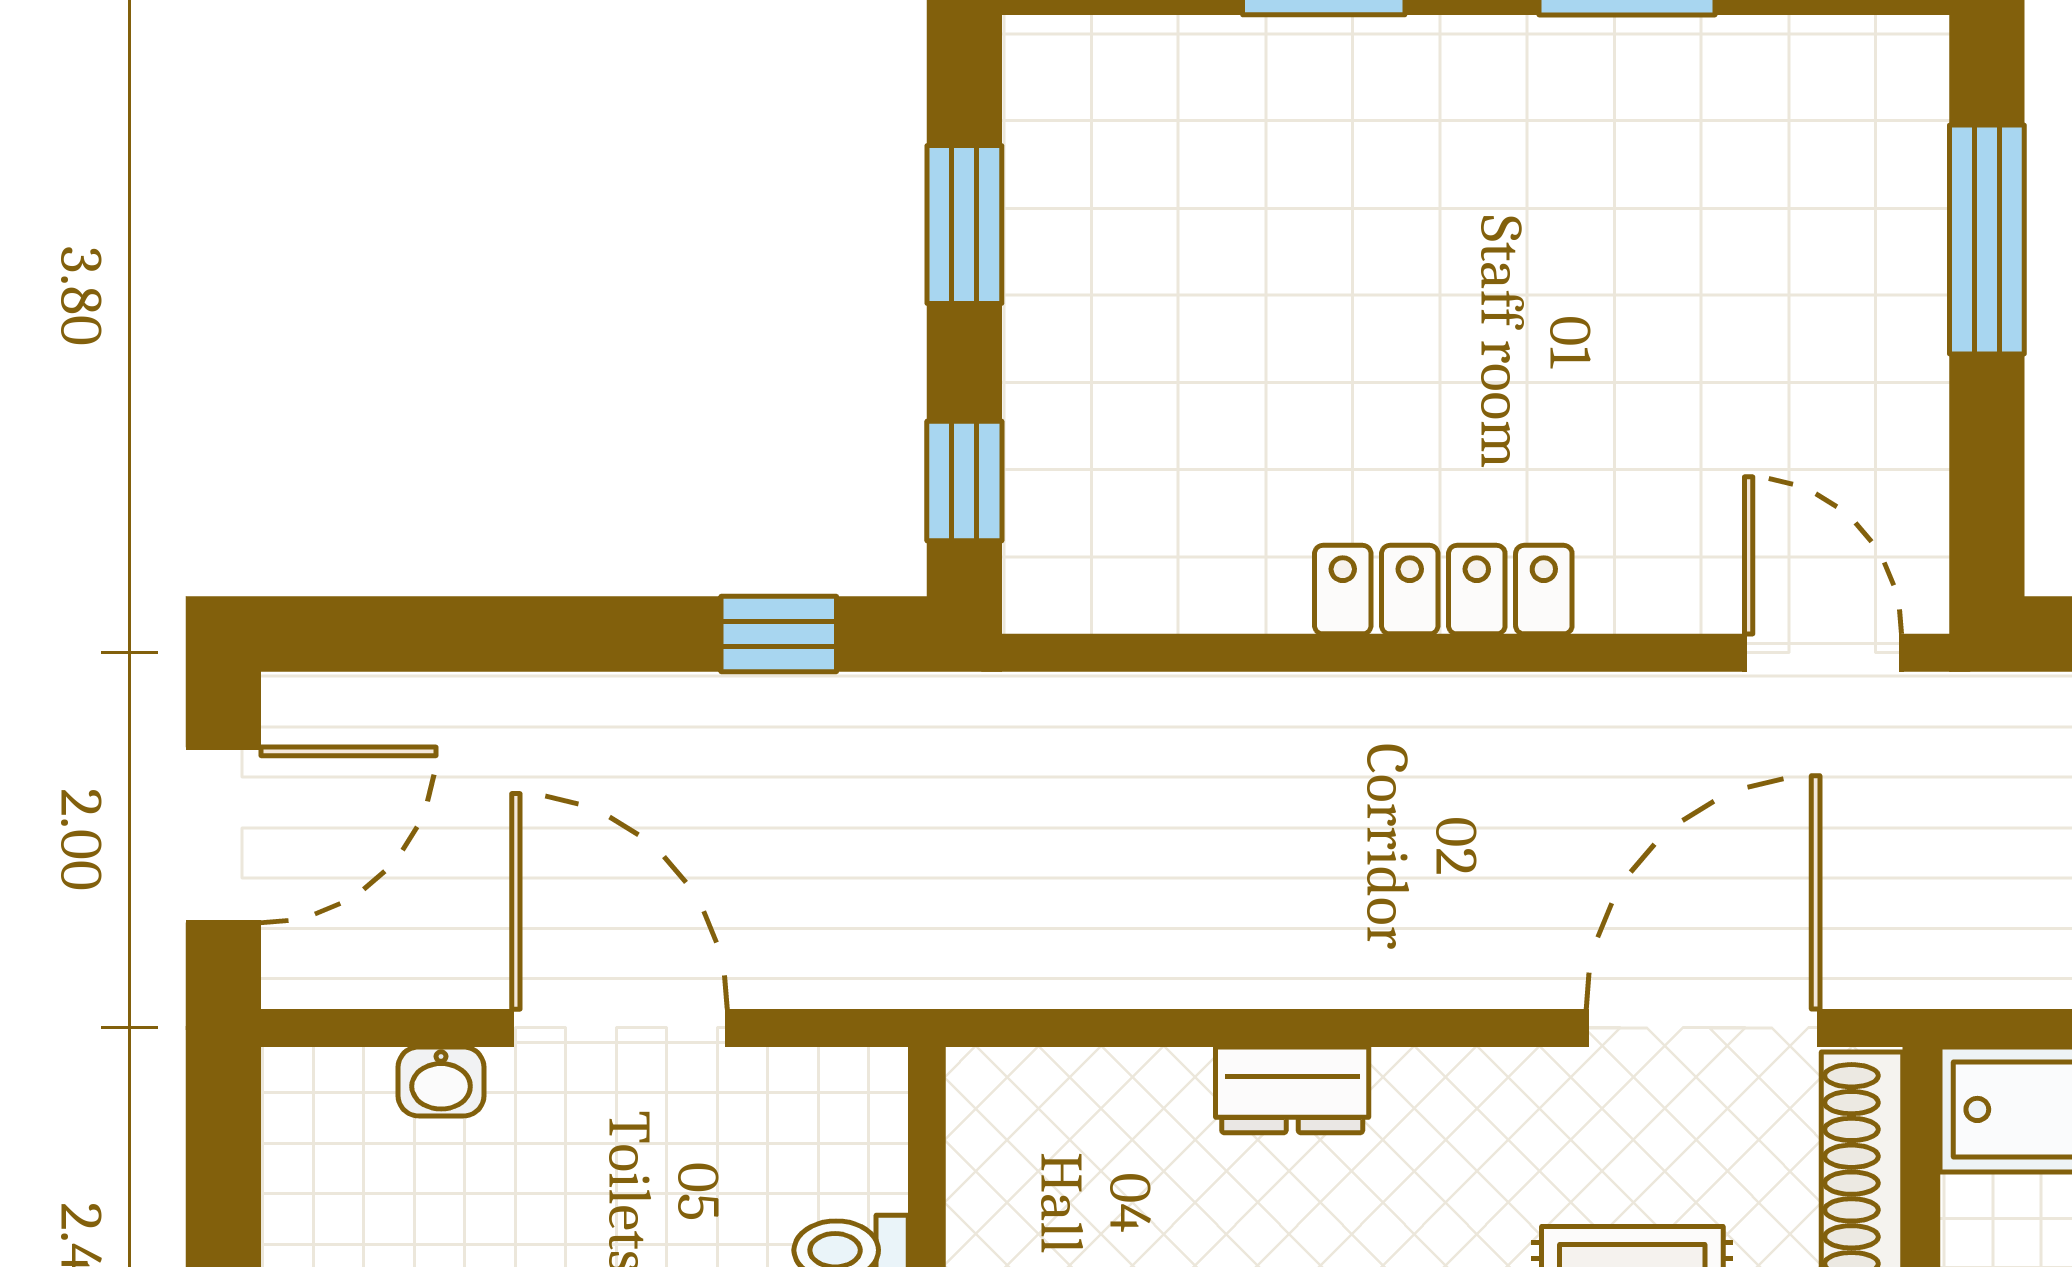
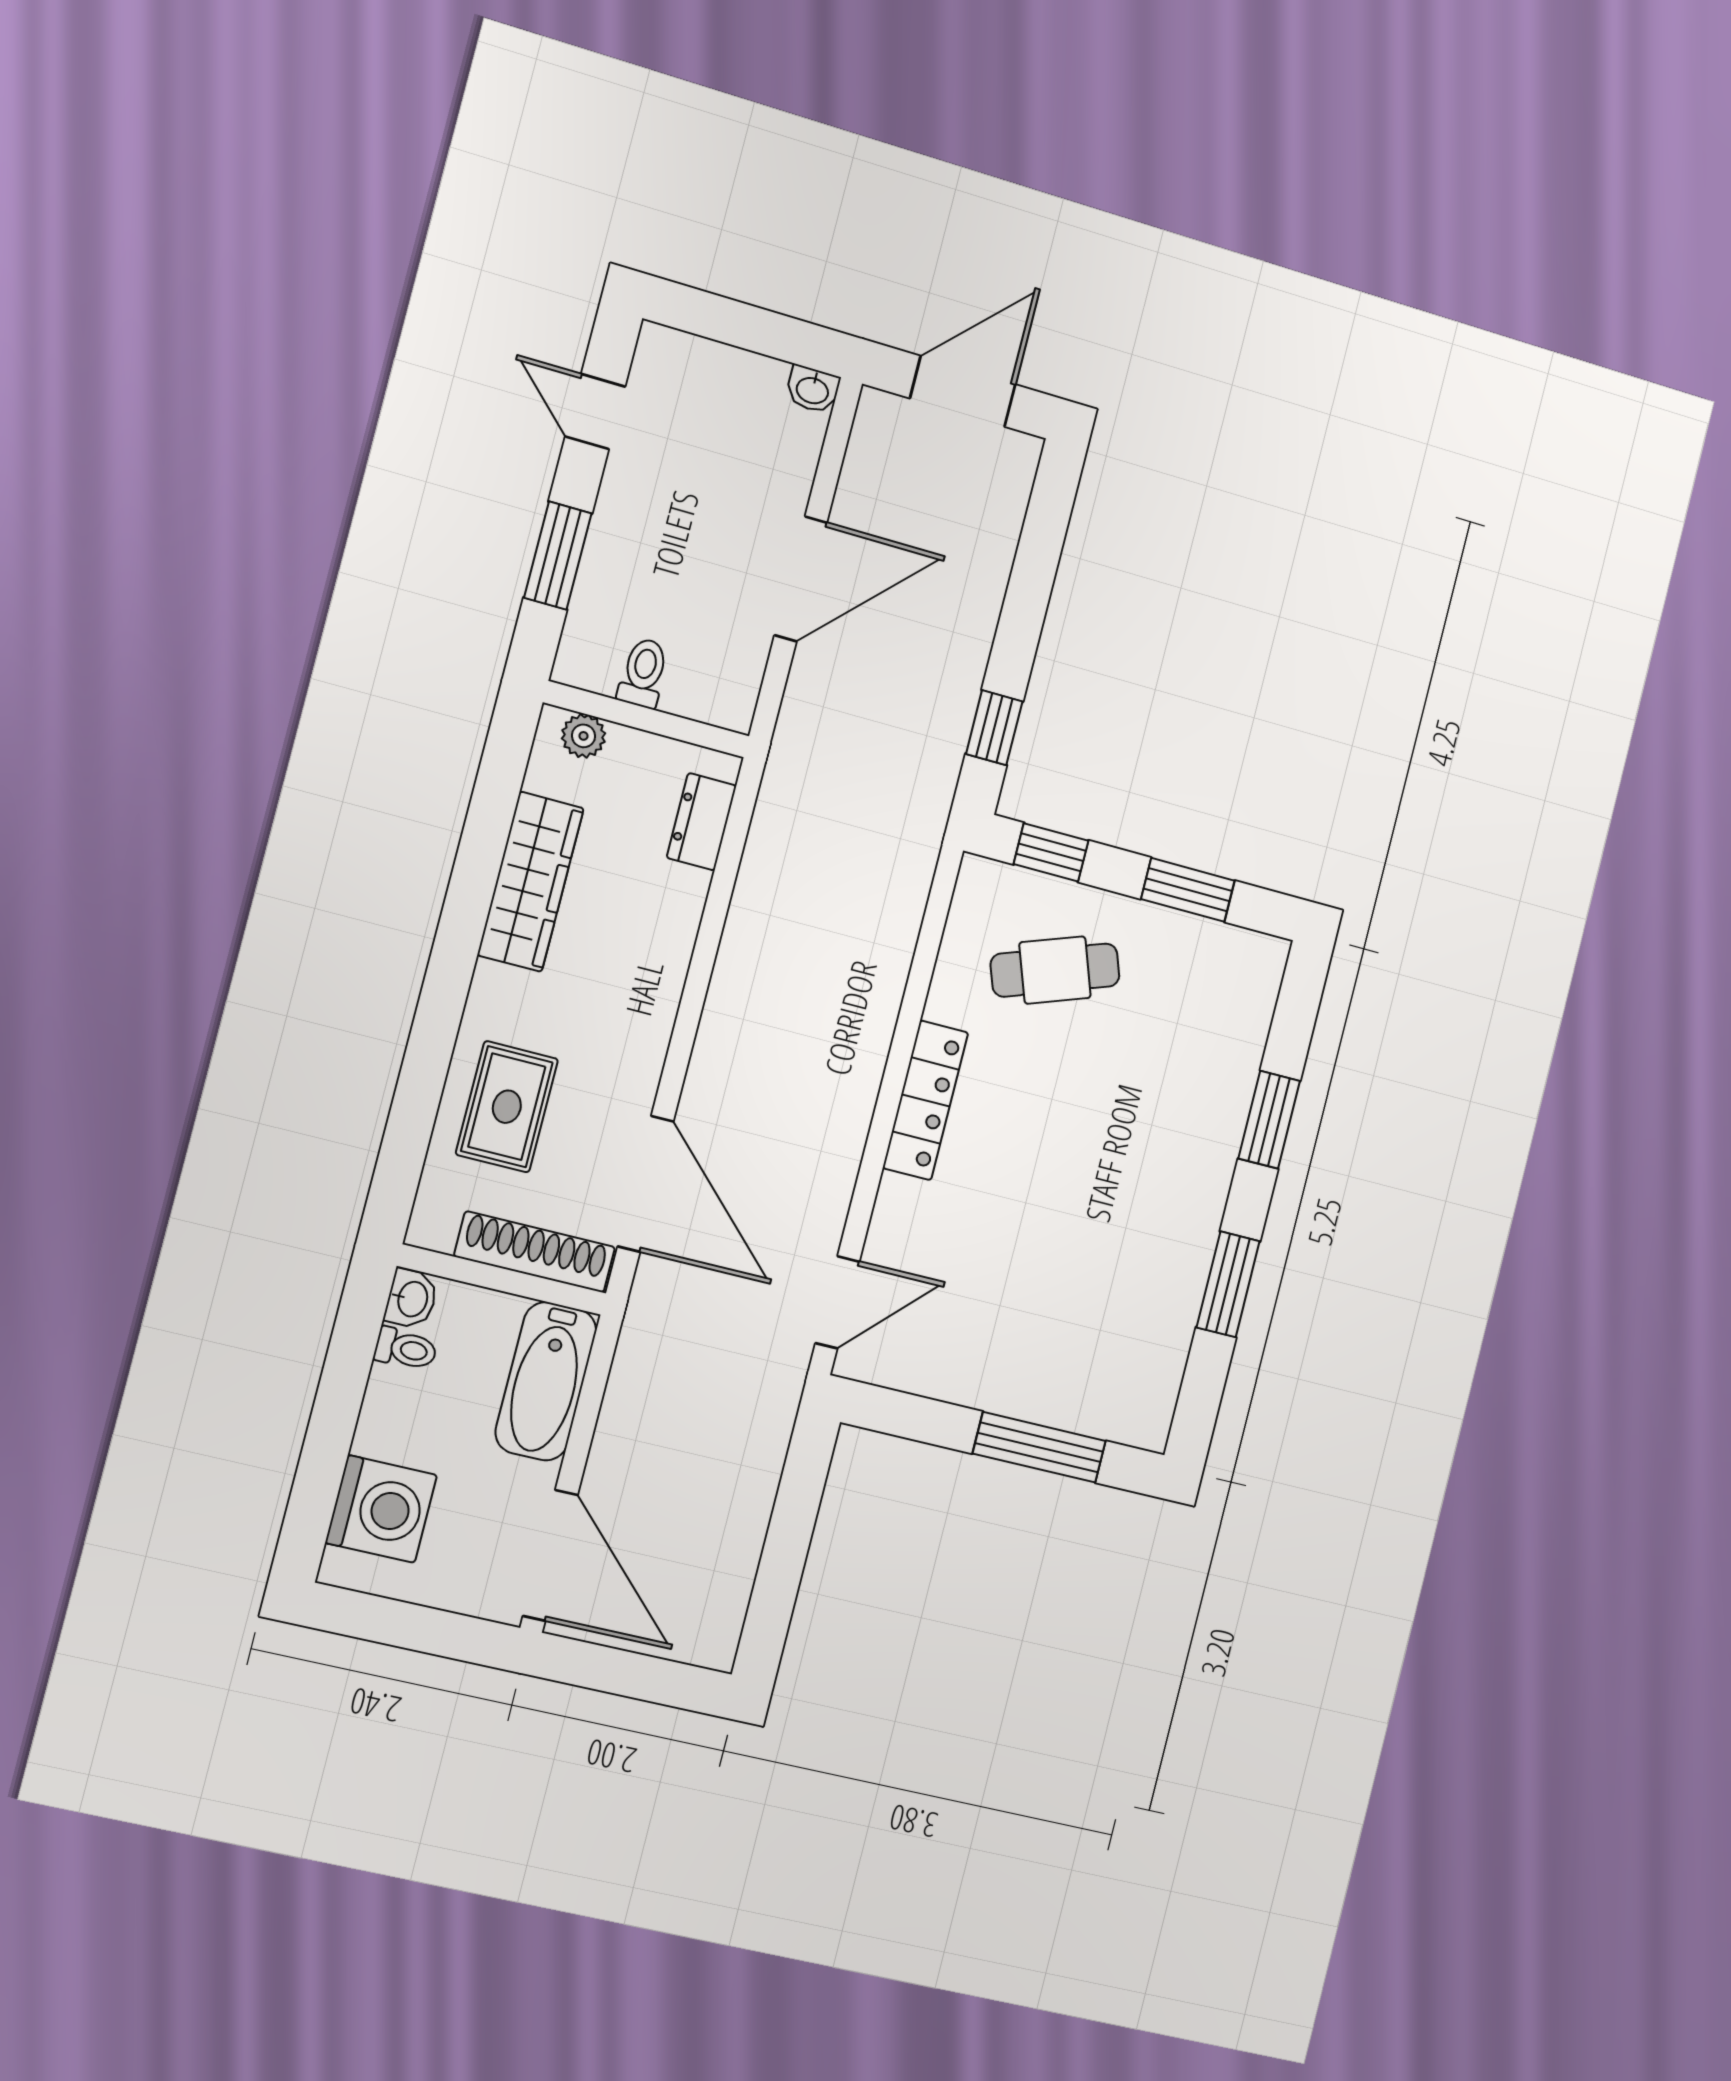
cafe table: (1164, 422) -> (1055, 970), added
door: (223, 835) -> (963, 391), swing flipped
washbasin: (441, 1081) -> (813, 389), moved, turned -90
dresser: (1292, 1090) -> (702, 822), moved

